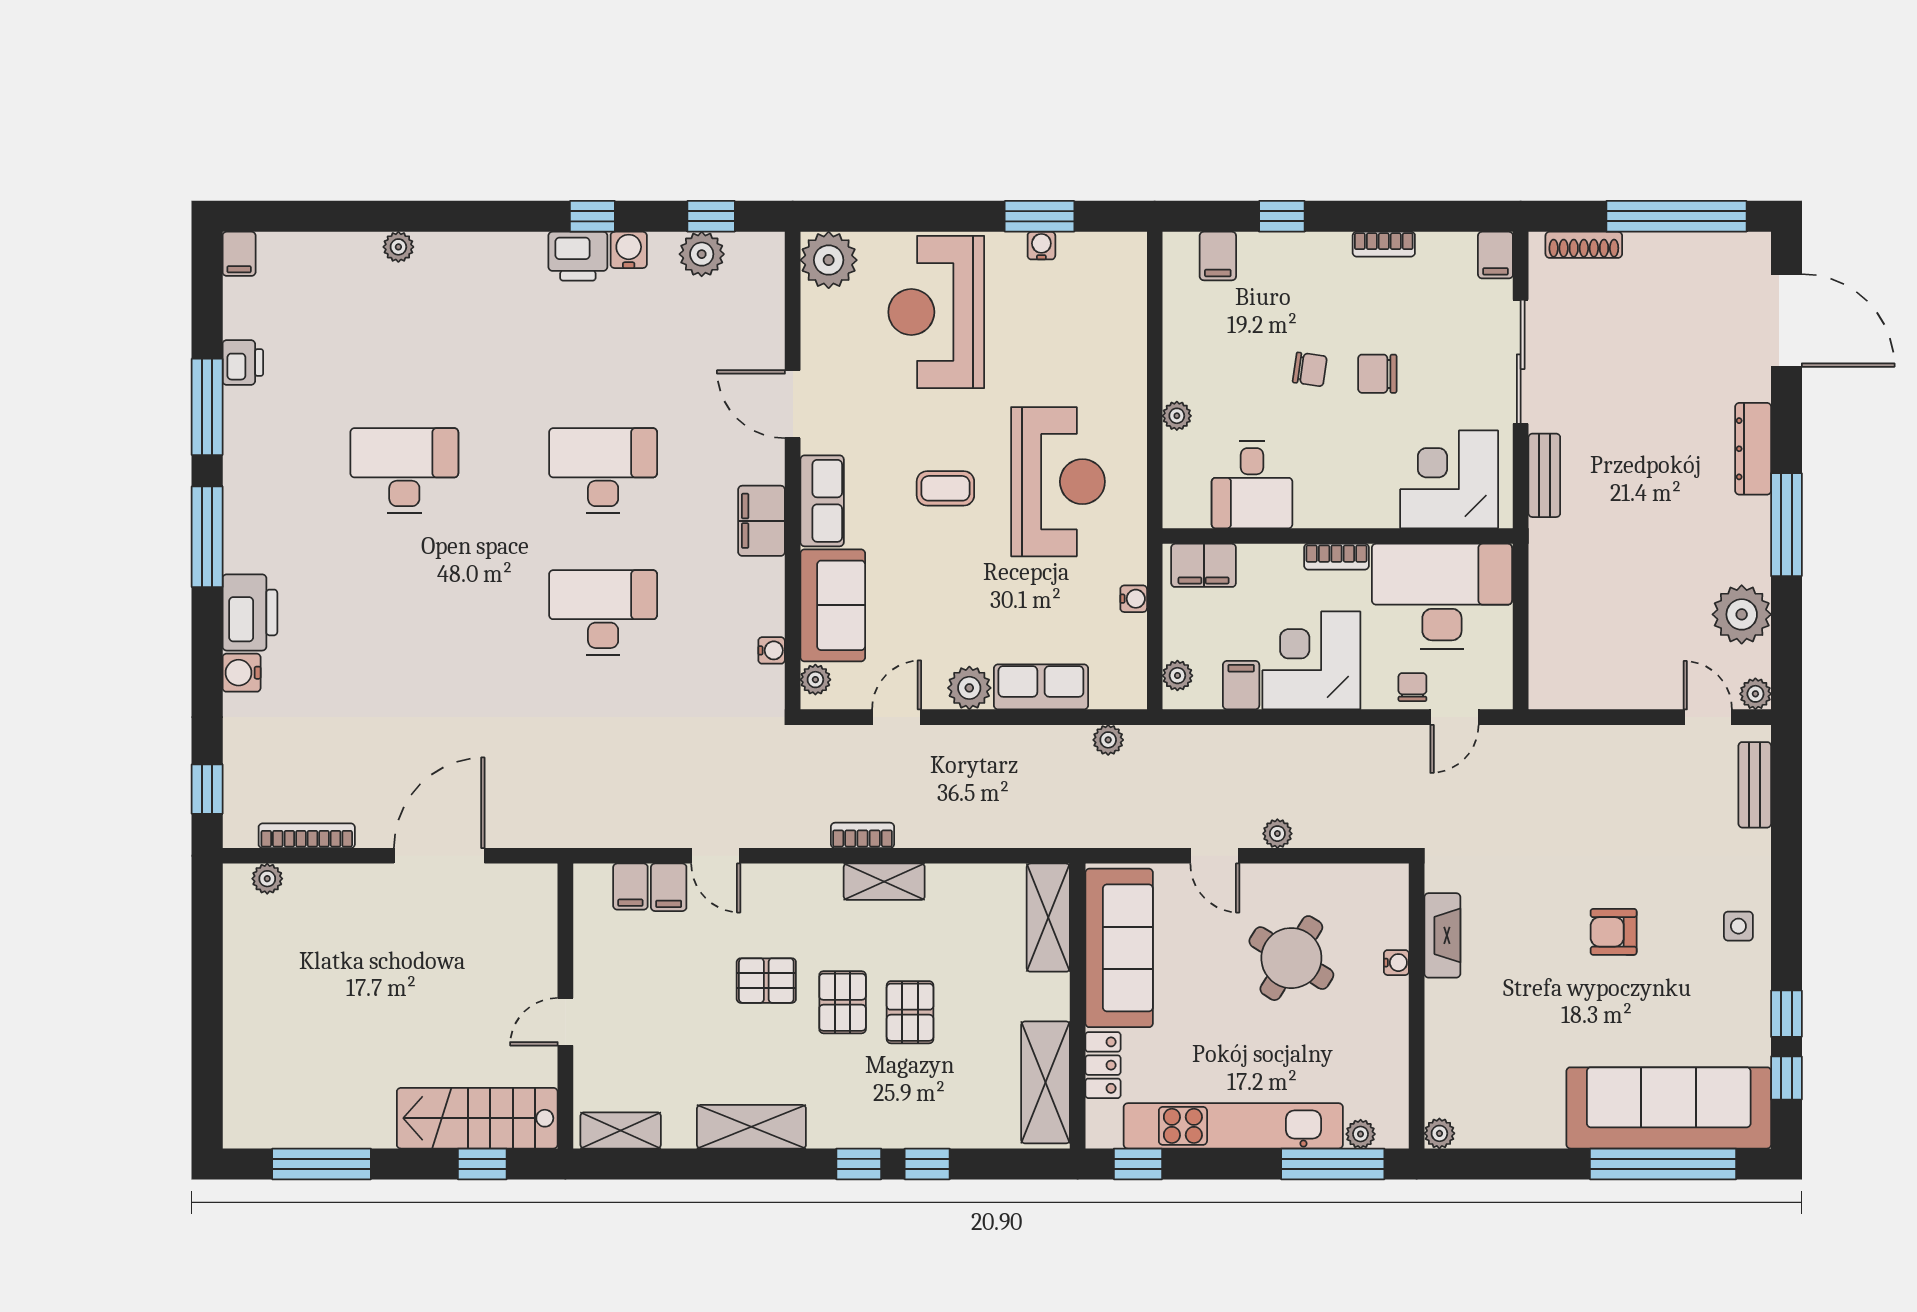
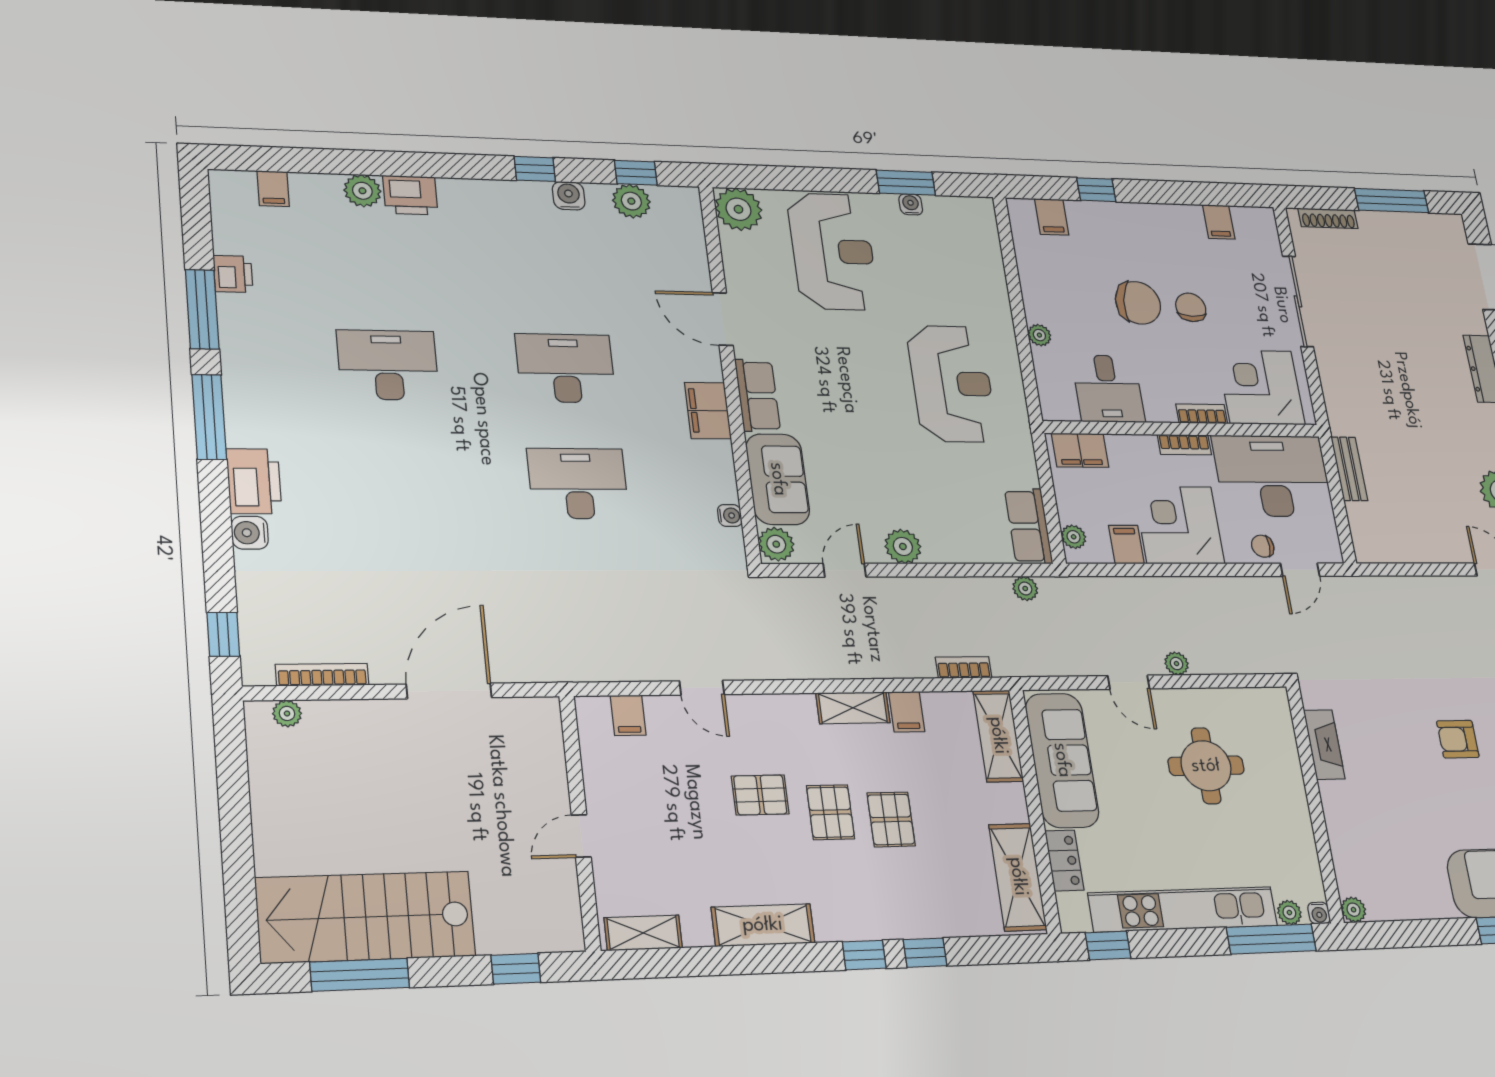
window: (1676, 216) -> (1391, 201), width x0.68
bookcase: (1384, 244) -> (1202, 414), moved, turned 180
plant: (398, 247) -> (362, 191), width x1.38, depth x1.38
filing cabinet: (239, 254) -> (273, 189), moved
filing cabinet: (1495, 255) -> (1219, 222), moved
printer: (578, 256) -> (410, 195), moved
reception desk: (936, 312) -> (833, 251), turned 180
chair: (1310, 369) -> (1138, 303), width x1.87, depth x1.87
chair: (1377, 374) -> (1191, 307), turned 92
bench: (1544, 475) -> (1349, 469), moved
coffee table: (945, 488) -> (860, 387), removed
water cooler: (1134, 599) -> (1028, 476), removed
plant: (815, 680) -> (776, 544), width x1.38, depth x1.38
row of seats: (1041, 687) -> (1029, 526), moved, turned -90
chair: (1412, 687) -> (1263, 546), turned -90
bookcase: (863, 835) -> (964, 667), moved
filing cabinet: (669, 887) -> (907, 712), moved
round table: (1291, 958) -> (1206, 766), turned -32
water cooler: (1396, 963) -> (1319, 913), moved, turned 90
stairs: (477, 1118) -> (366, 917), moved, width x1.36, depth x1.51

